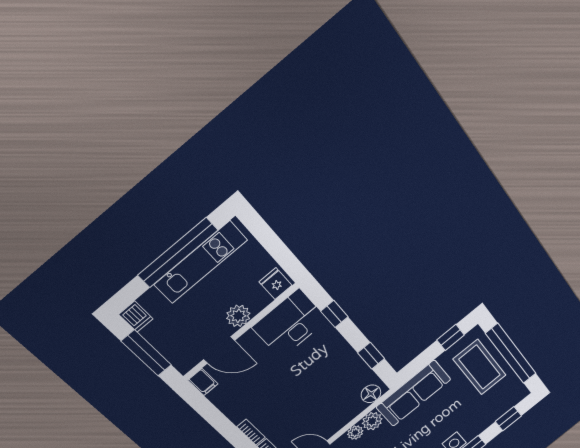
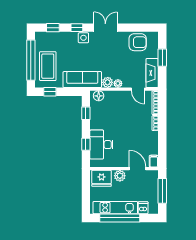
fridge: (276, 284) -> (102, 178), width x1.88, depth x1.34
dishwasher: (136, 317) -> (143, 208), moved
desk: (290, 324) -> (101, 145), moved, turned 90

